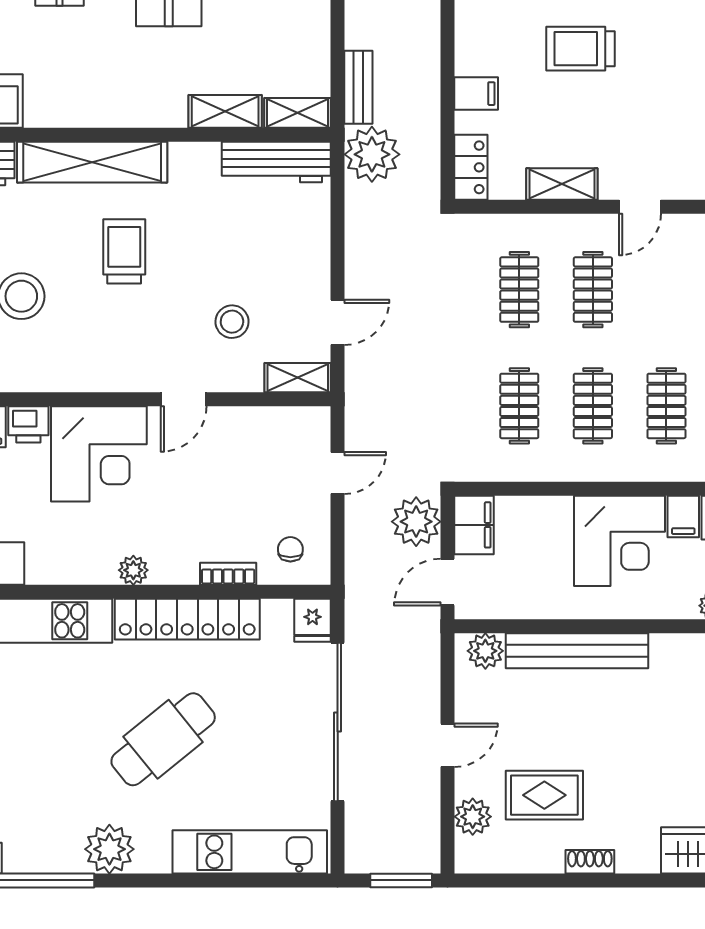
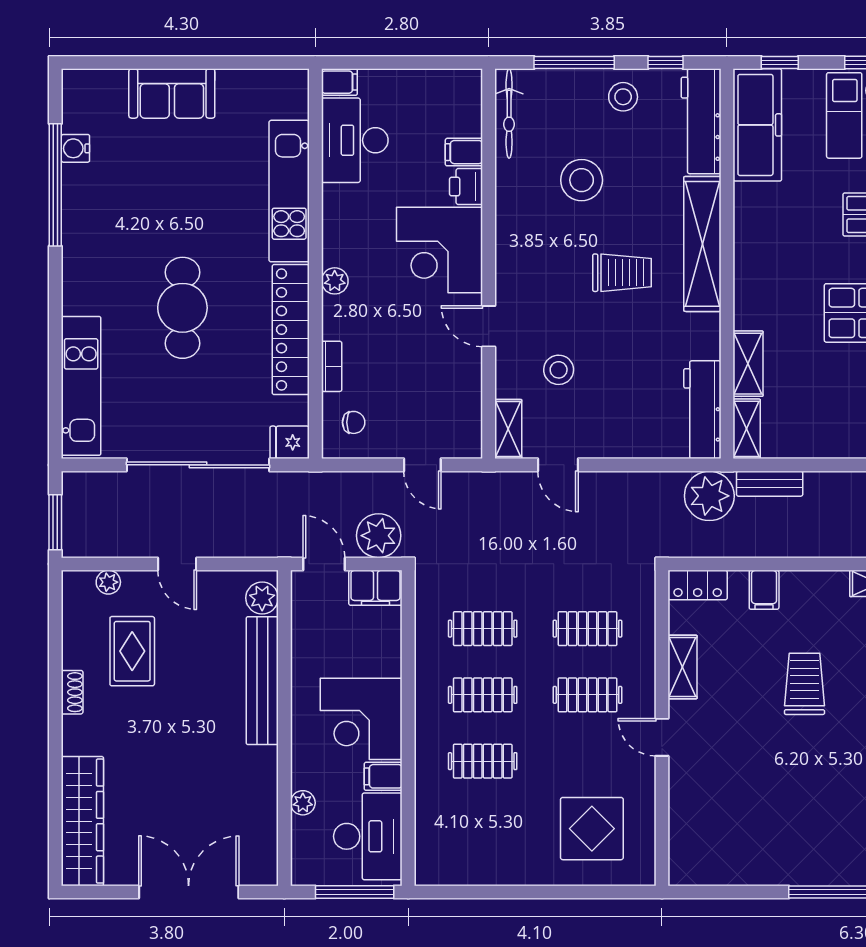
cafe table: (163, 739) -> (182, 308), turned 39
plant: (473, 817) -> (108, 582), width x0.73, depth x0.73
plant: (109, 849) -> (84, 259), removed

